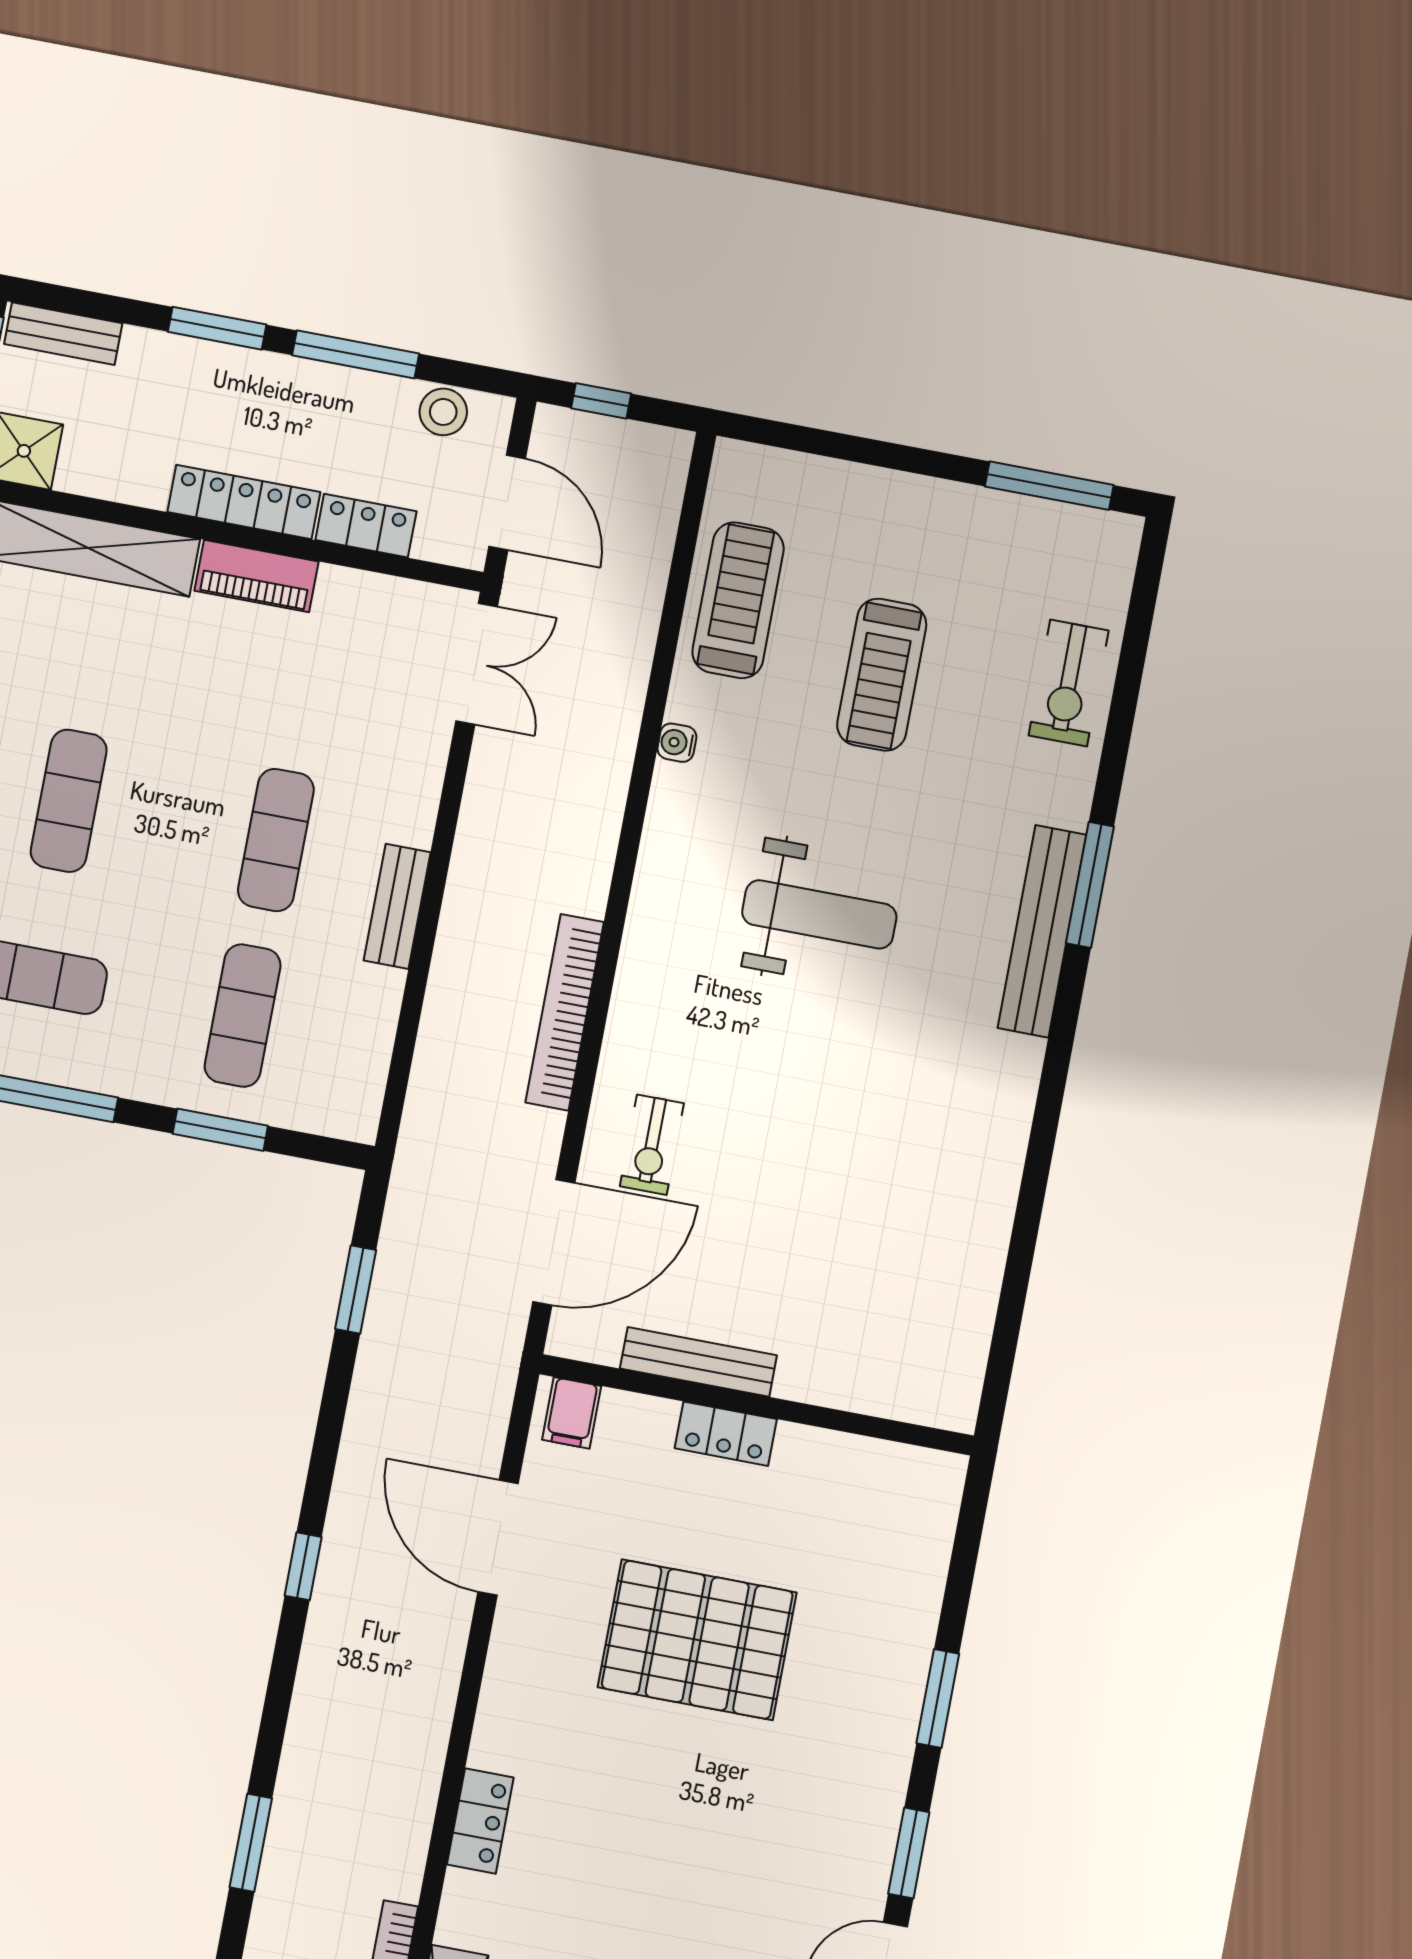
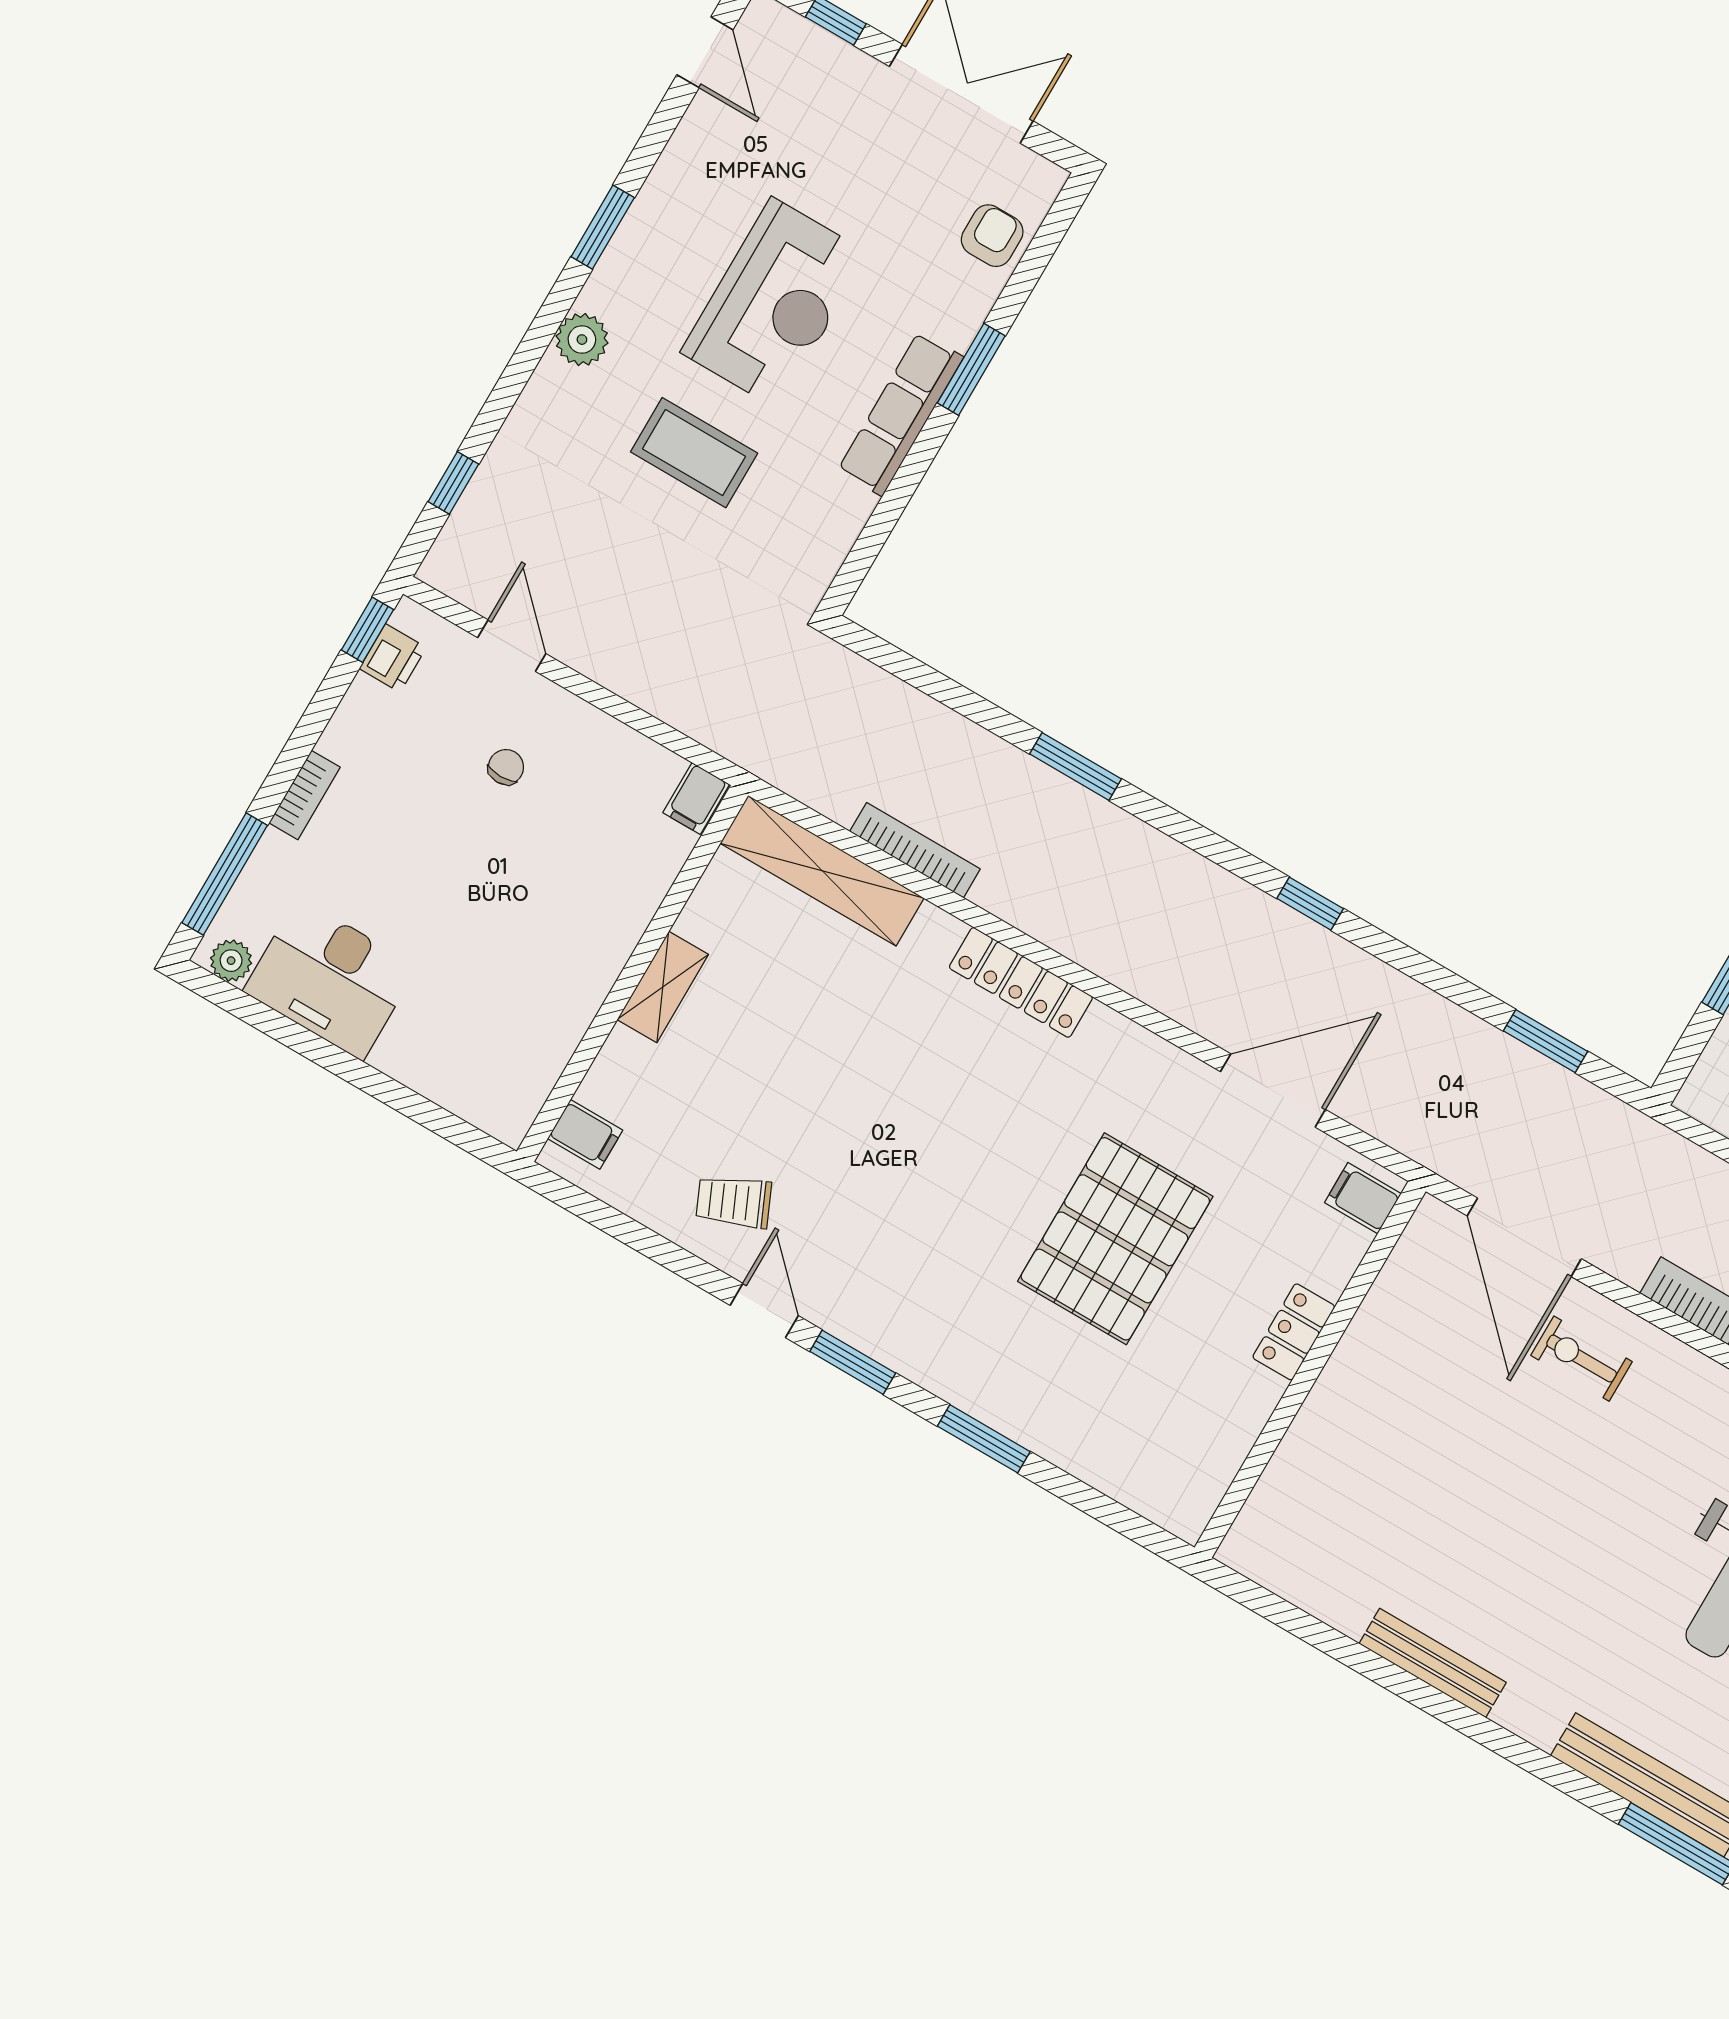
bench: (698, 1362) -> (1433, 1663), moved, turned 90
locker: (480, 1821) -> (1021, 982), width x1.53

